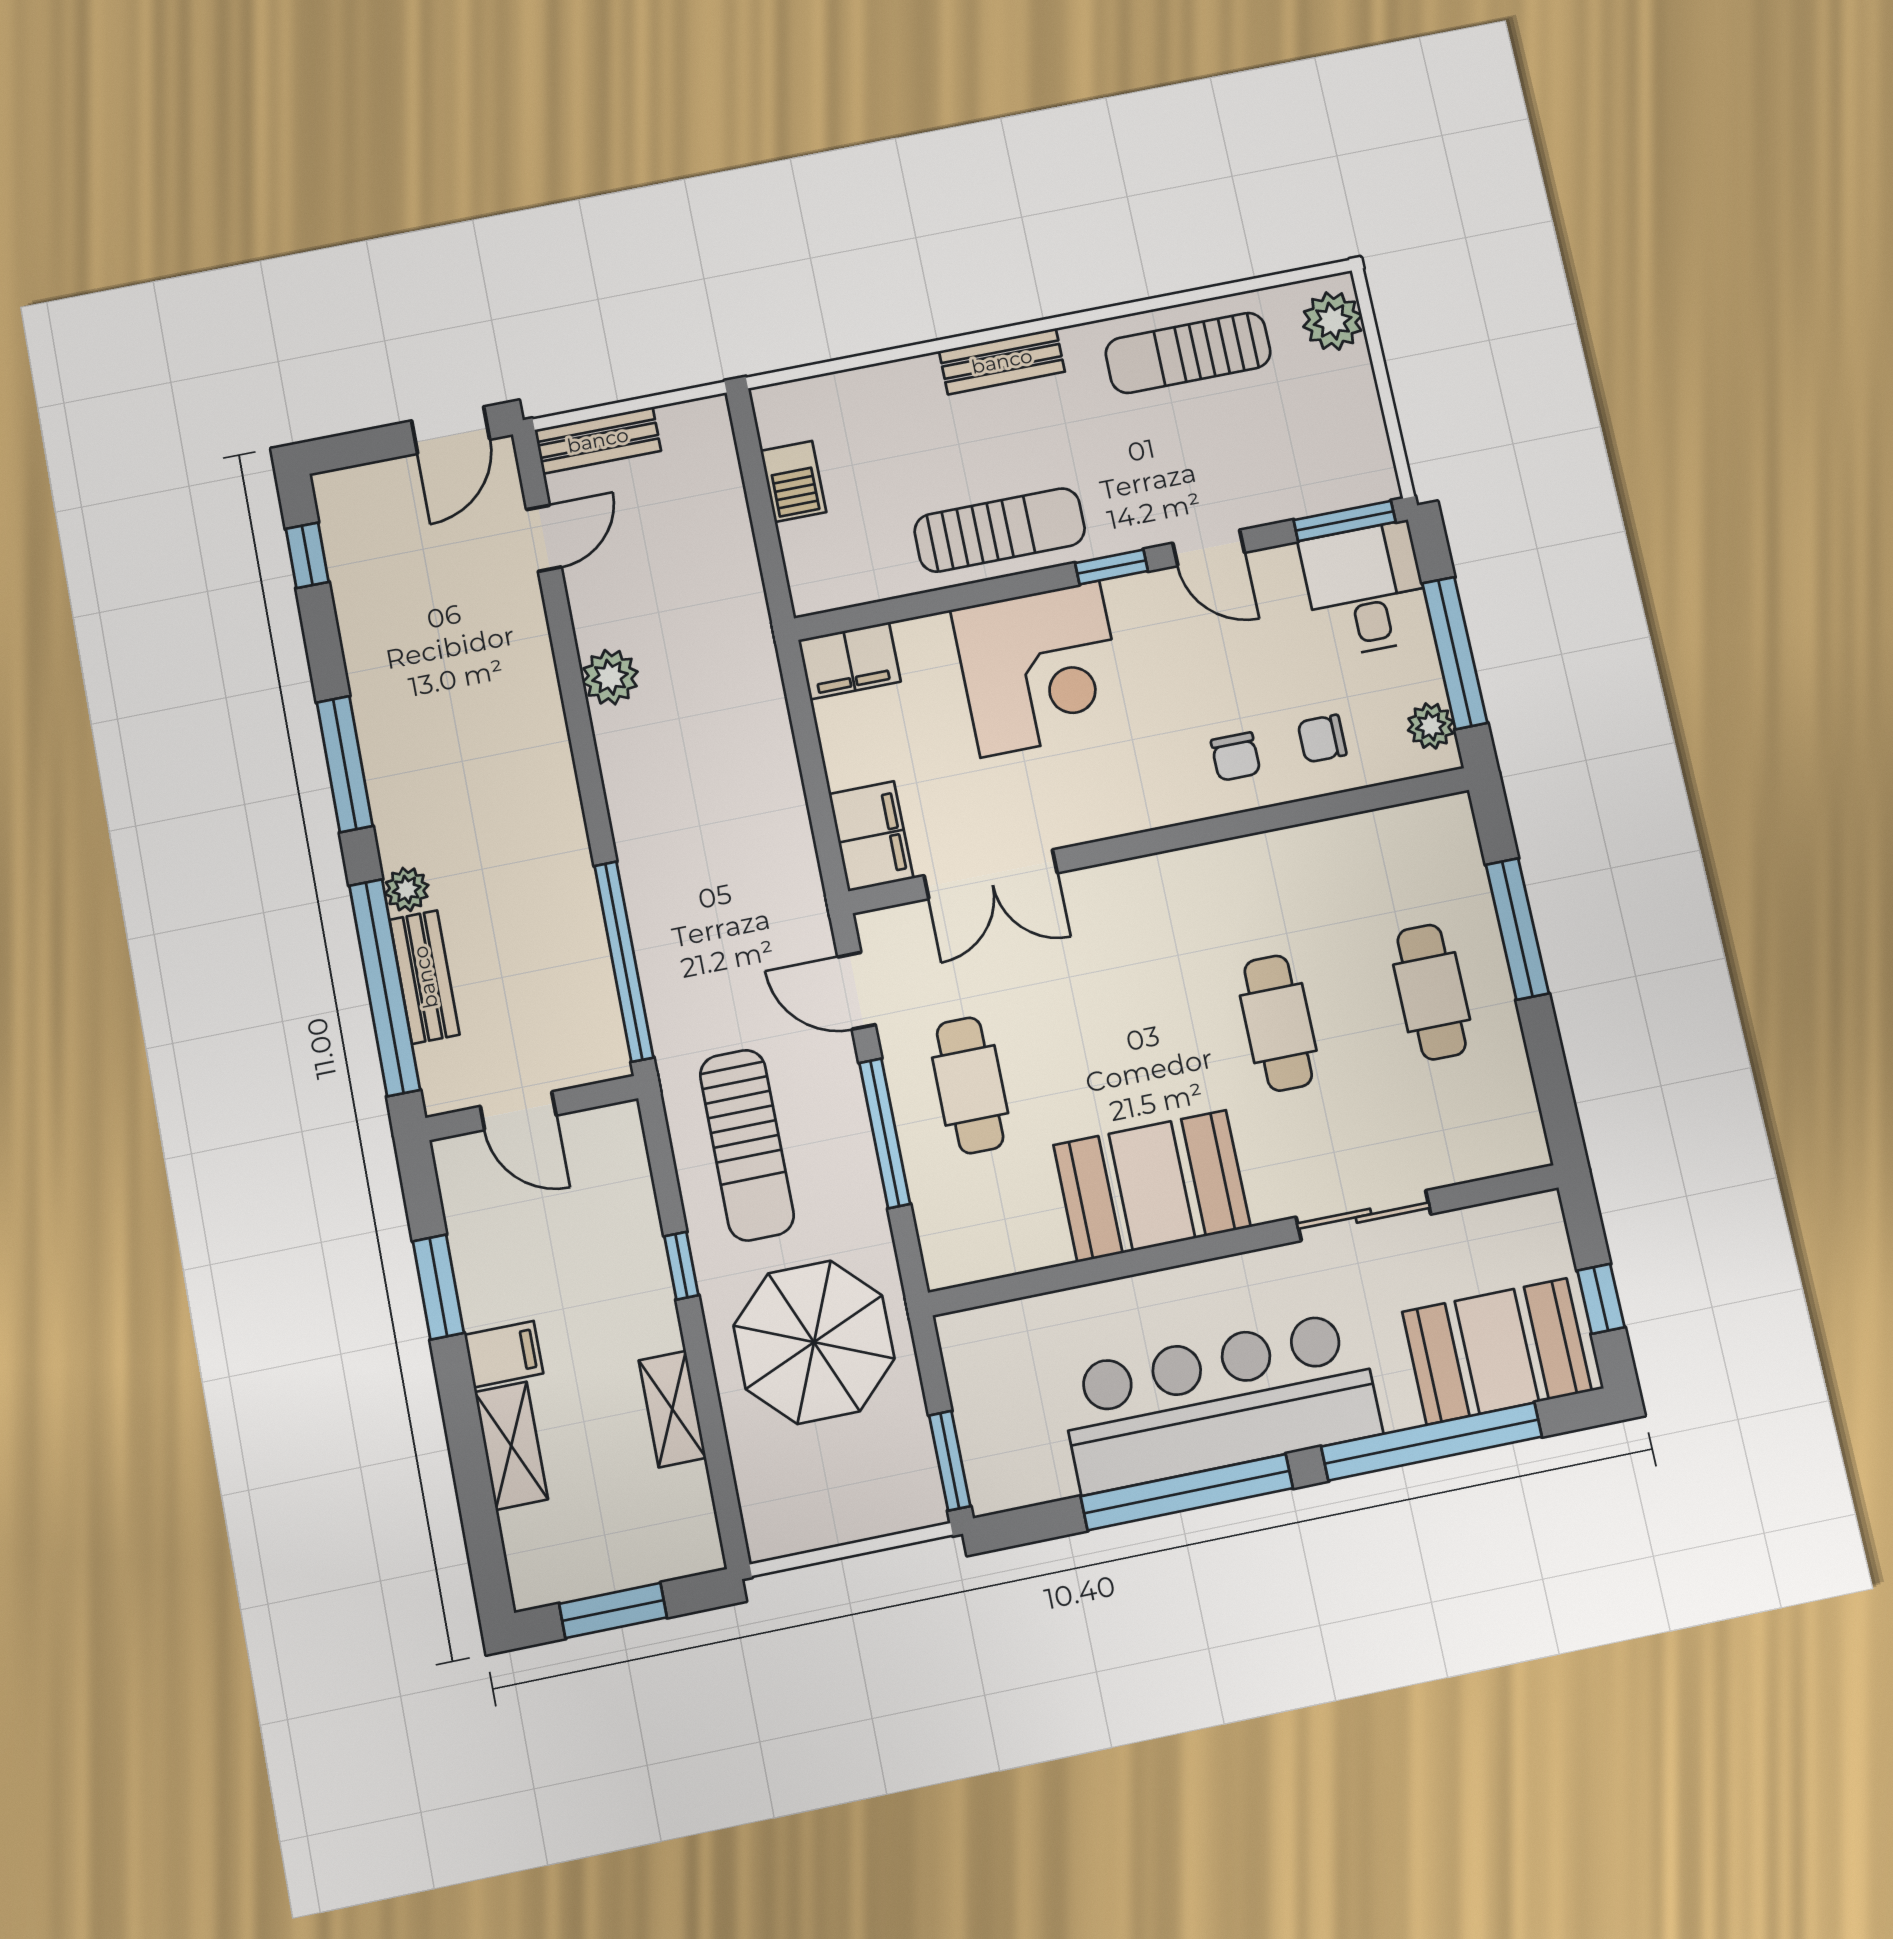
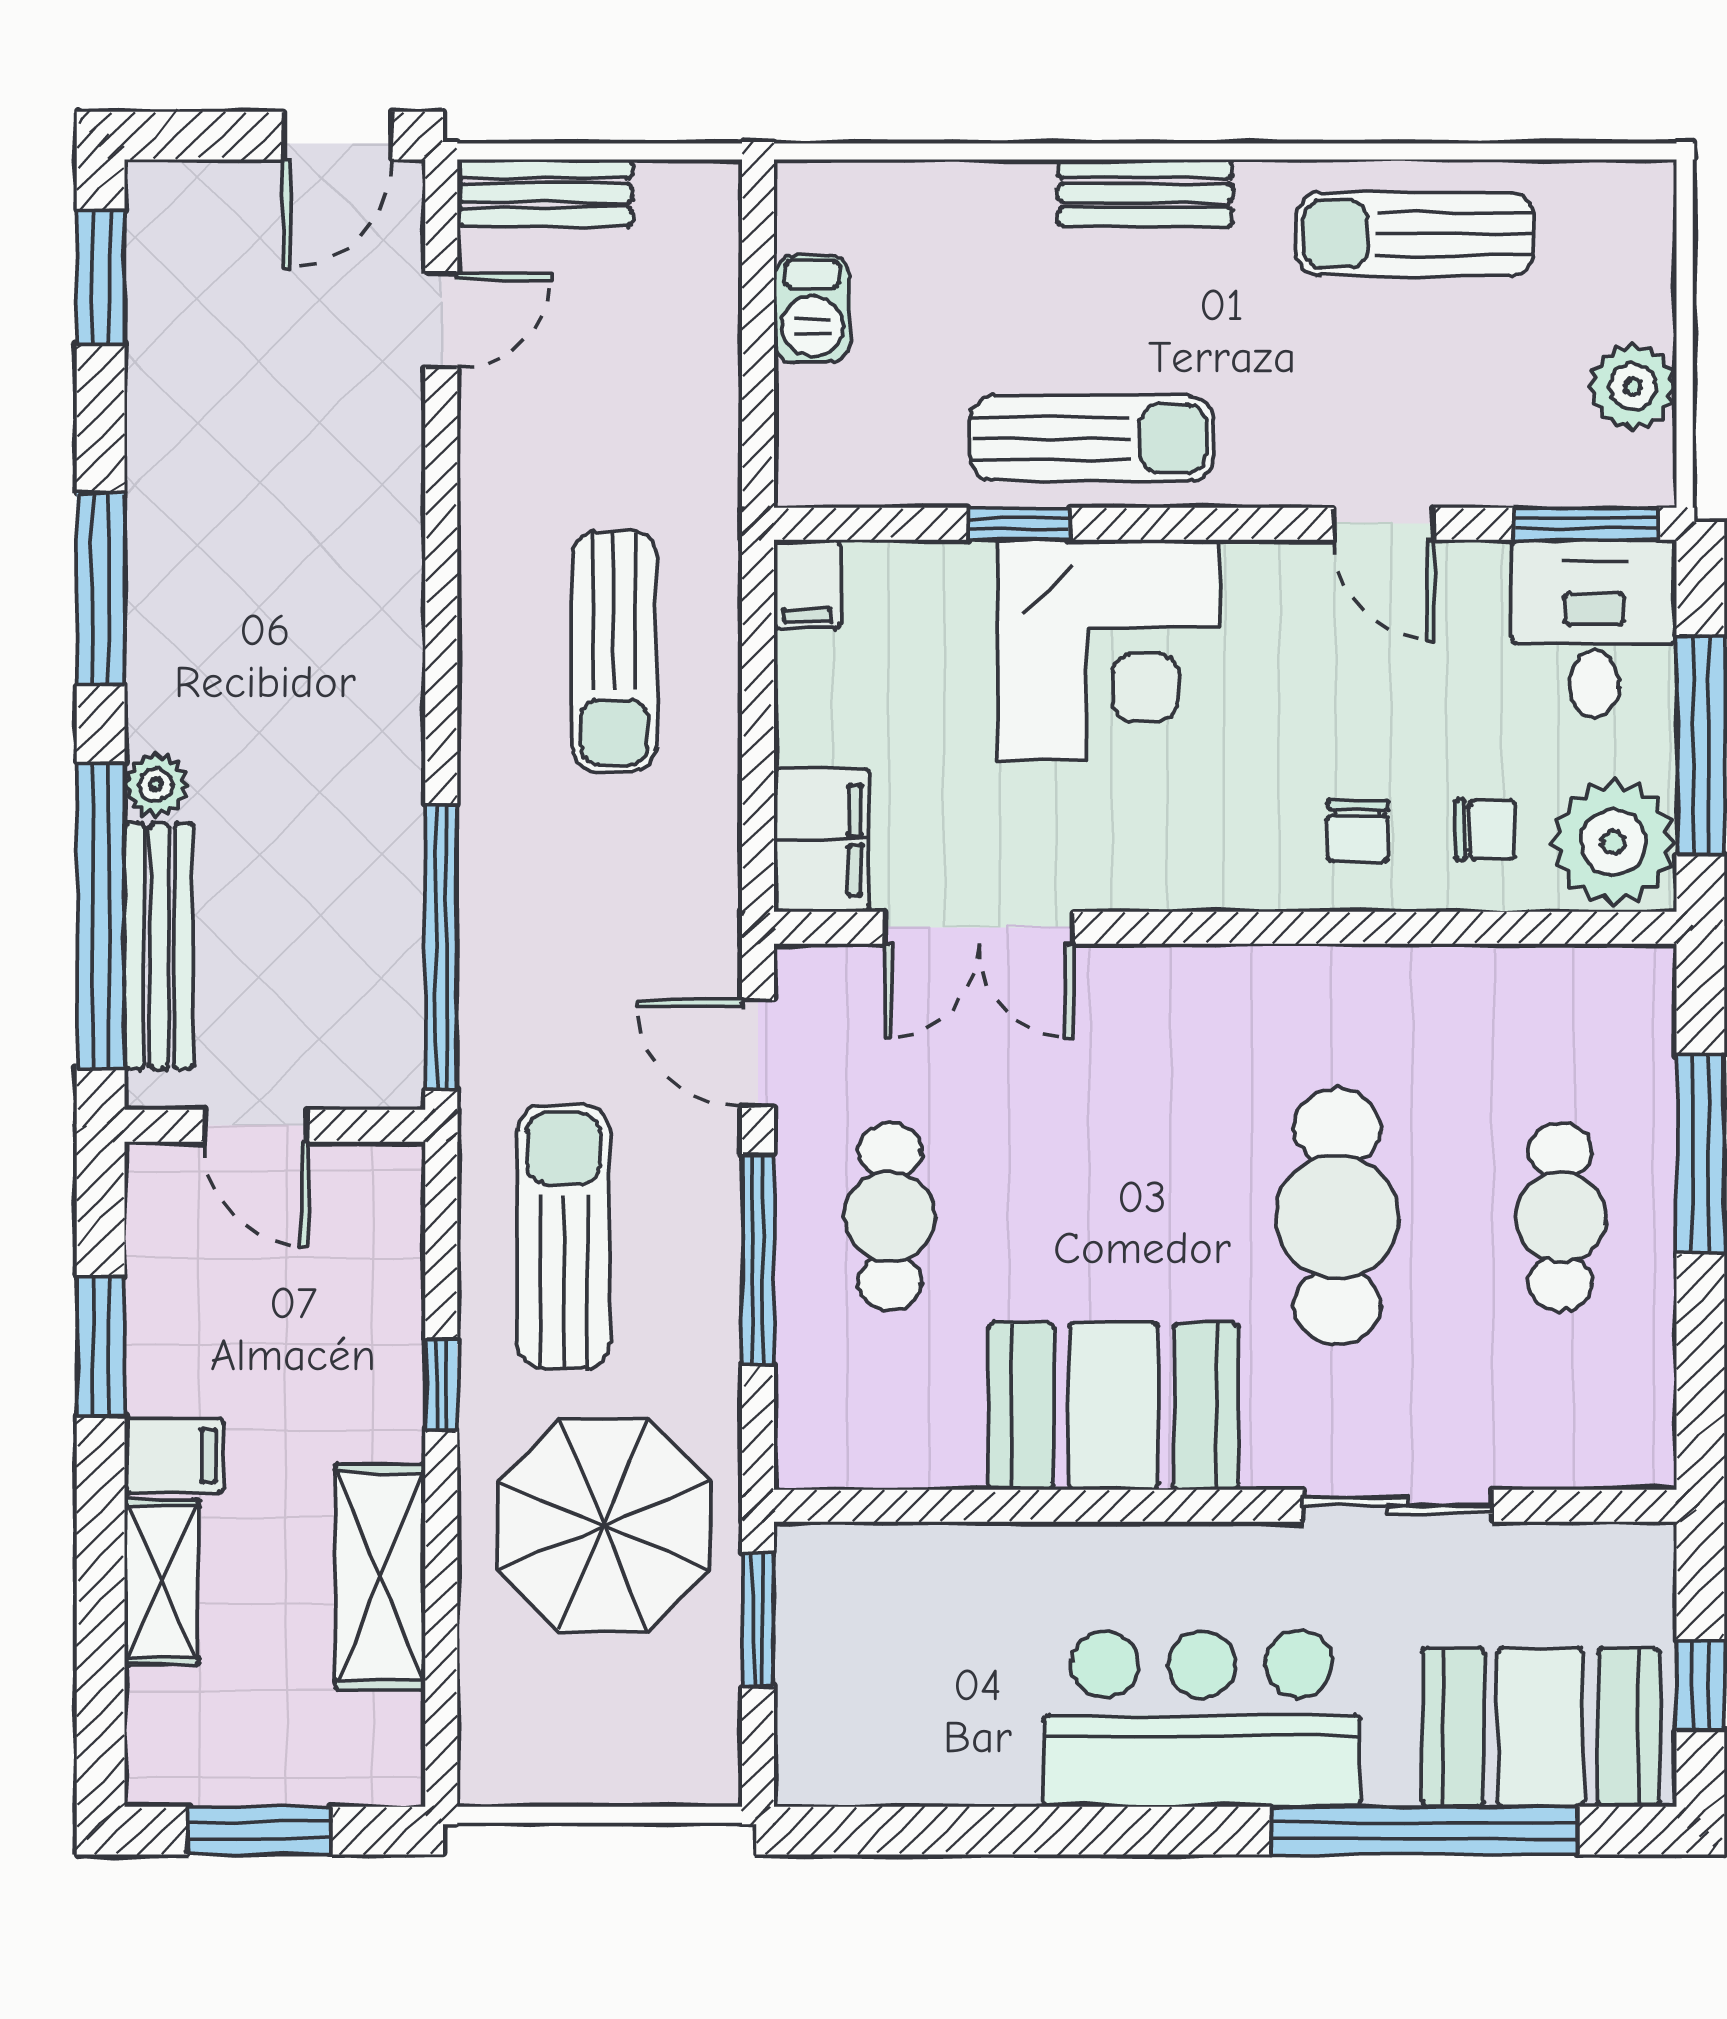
plant: (1333, 321) -> (1633, 386), moved
window: (307, 555) -> (101, 278), width x1.50
window: (1112, 567) -> (1019, 524), moved
filing cabinet: (849, 661) -> (807, 584), width x0.50
plant: (610, 677) -> (498, 540), removed
plant: (1431, 726) -> (1614, 842), width x1.88, depth x1.88
sun lounger: (704, 737) -> (614, 652), added
chair: (1322, 739) -> (1485, 829), turned 180
bench: (425, 977) -> (159, 946), width x1.36
cafe table: (1278, 1023) -> (1337, 1217), width x1.37, depth x1.35
sun lounger: (747, 1145) -> (564, 1237), turned 180
bar counter: (1220, 1402) -> (1202, 1719), width x0.73
shelving: (672, 1409) -> (380, 1577), width x1.50, depth x1.33
window: (950, 1461) -> (758, 1620), moved
window: (1187, 1492) -> (1074, 1831), removed

